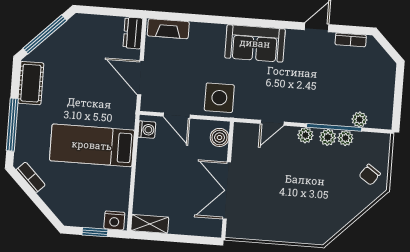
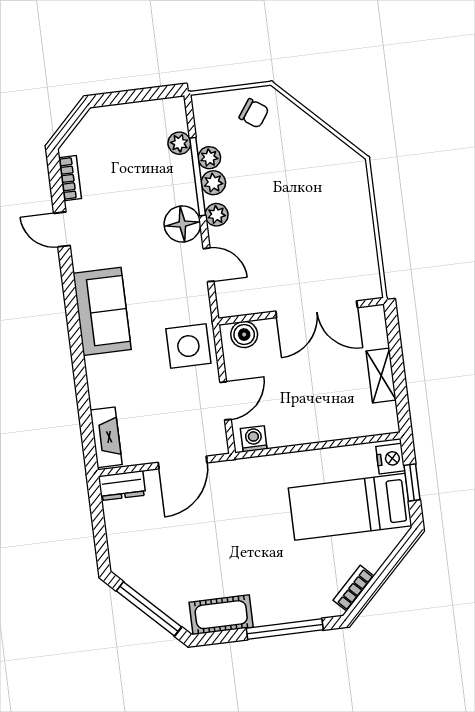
floor lamp: (304, 110) -> (182, 224), added
bed: (92, 145) -> (350, 507), moved, turned 90
shelving: (150, 224) -> (381, 376), moved

